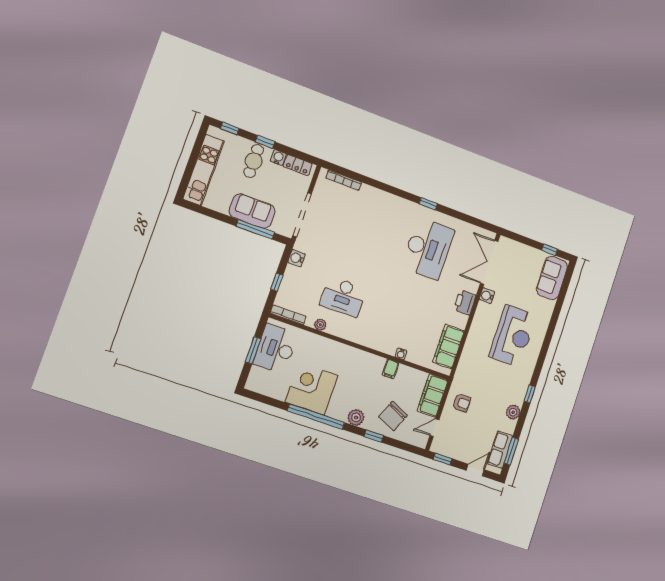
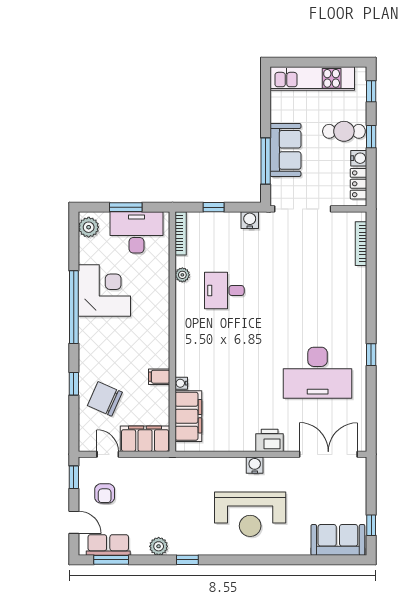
water cooler: (487, 296) -> (255, 465), moved
desk: (343, 297) -> (224, 290), width x0.73
filing cabinet: (449, 346) -> (188, 416), moved, turned 90
armchair: (462, 403) -> (105, 493), moved
plant: (356, 417) -> (89, 227), moved

